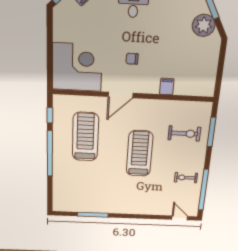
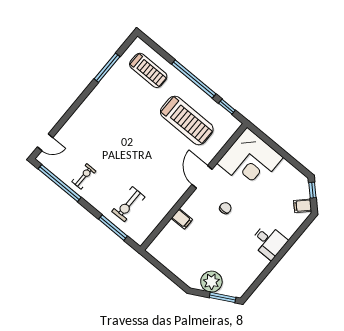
treadmill: (140, 154) -> (148, 70), moved, width x0.73, depth x0.73

